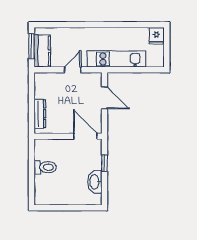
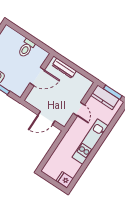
kitchen unit: (116, 59) -> (90, 142), moved, turned 180
door: (85, 136) -> (37, 77), moved

